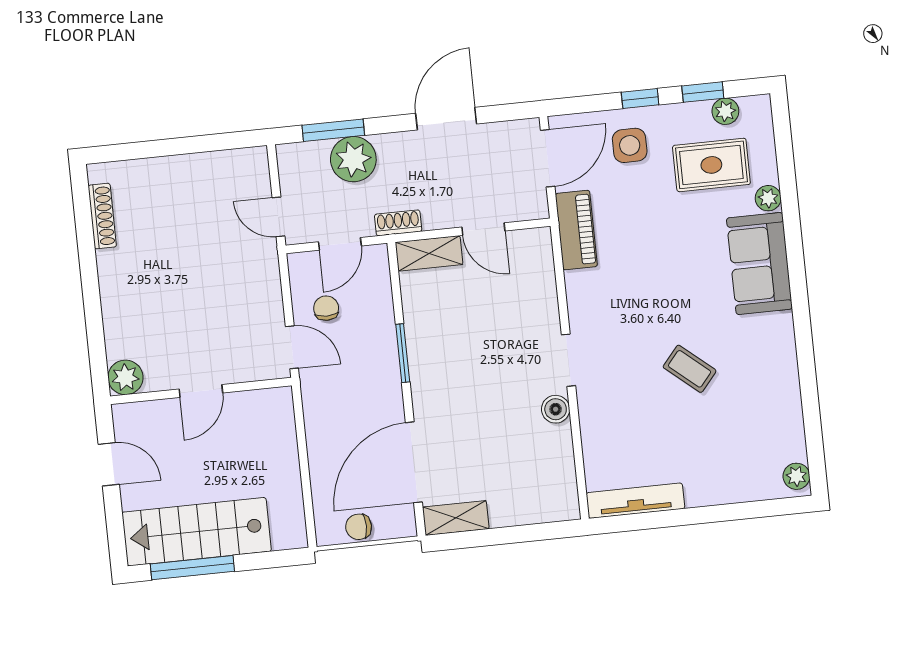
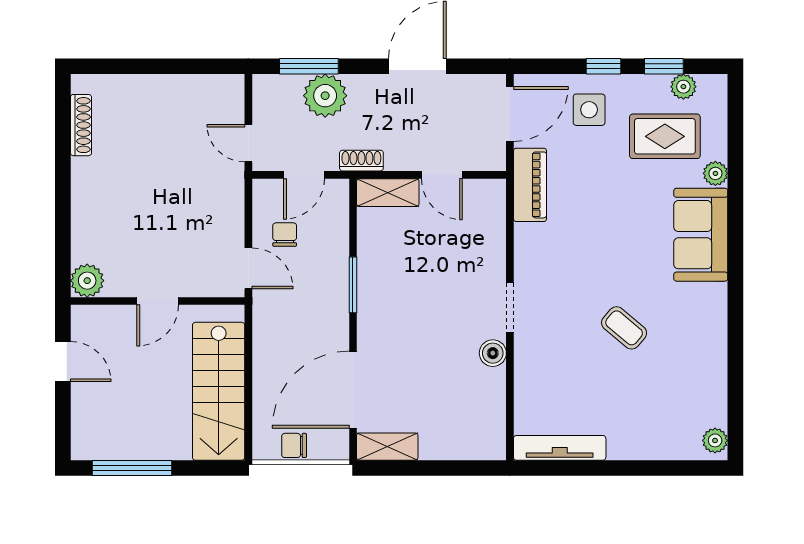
stairs: (197, 532) -> (219, 391), moved, turned -90

